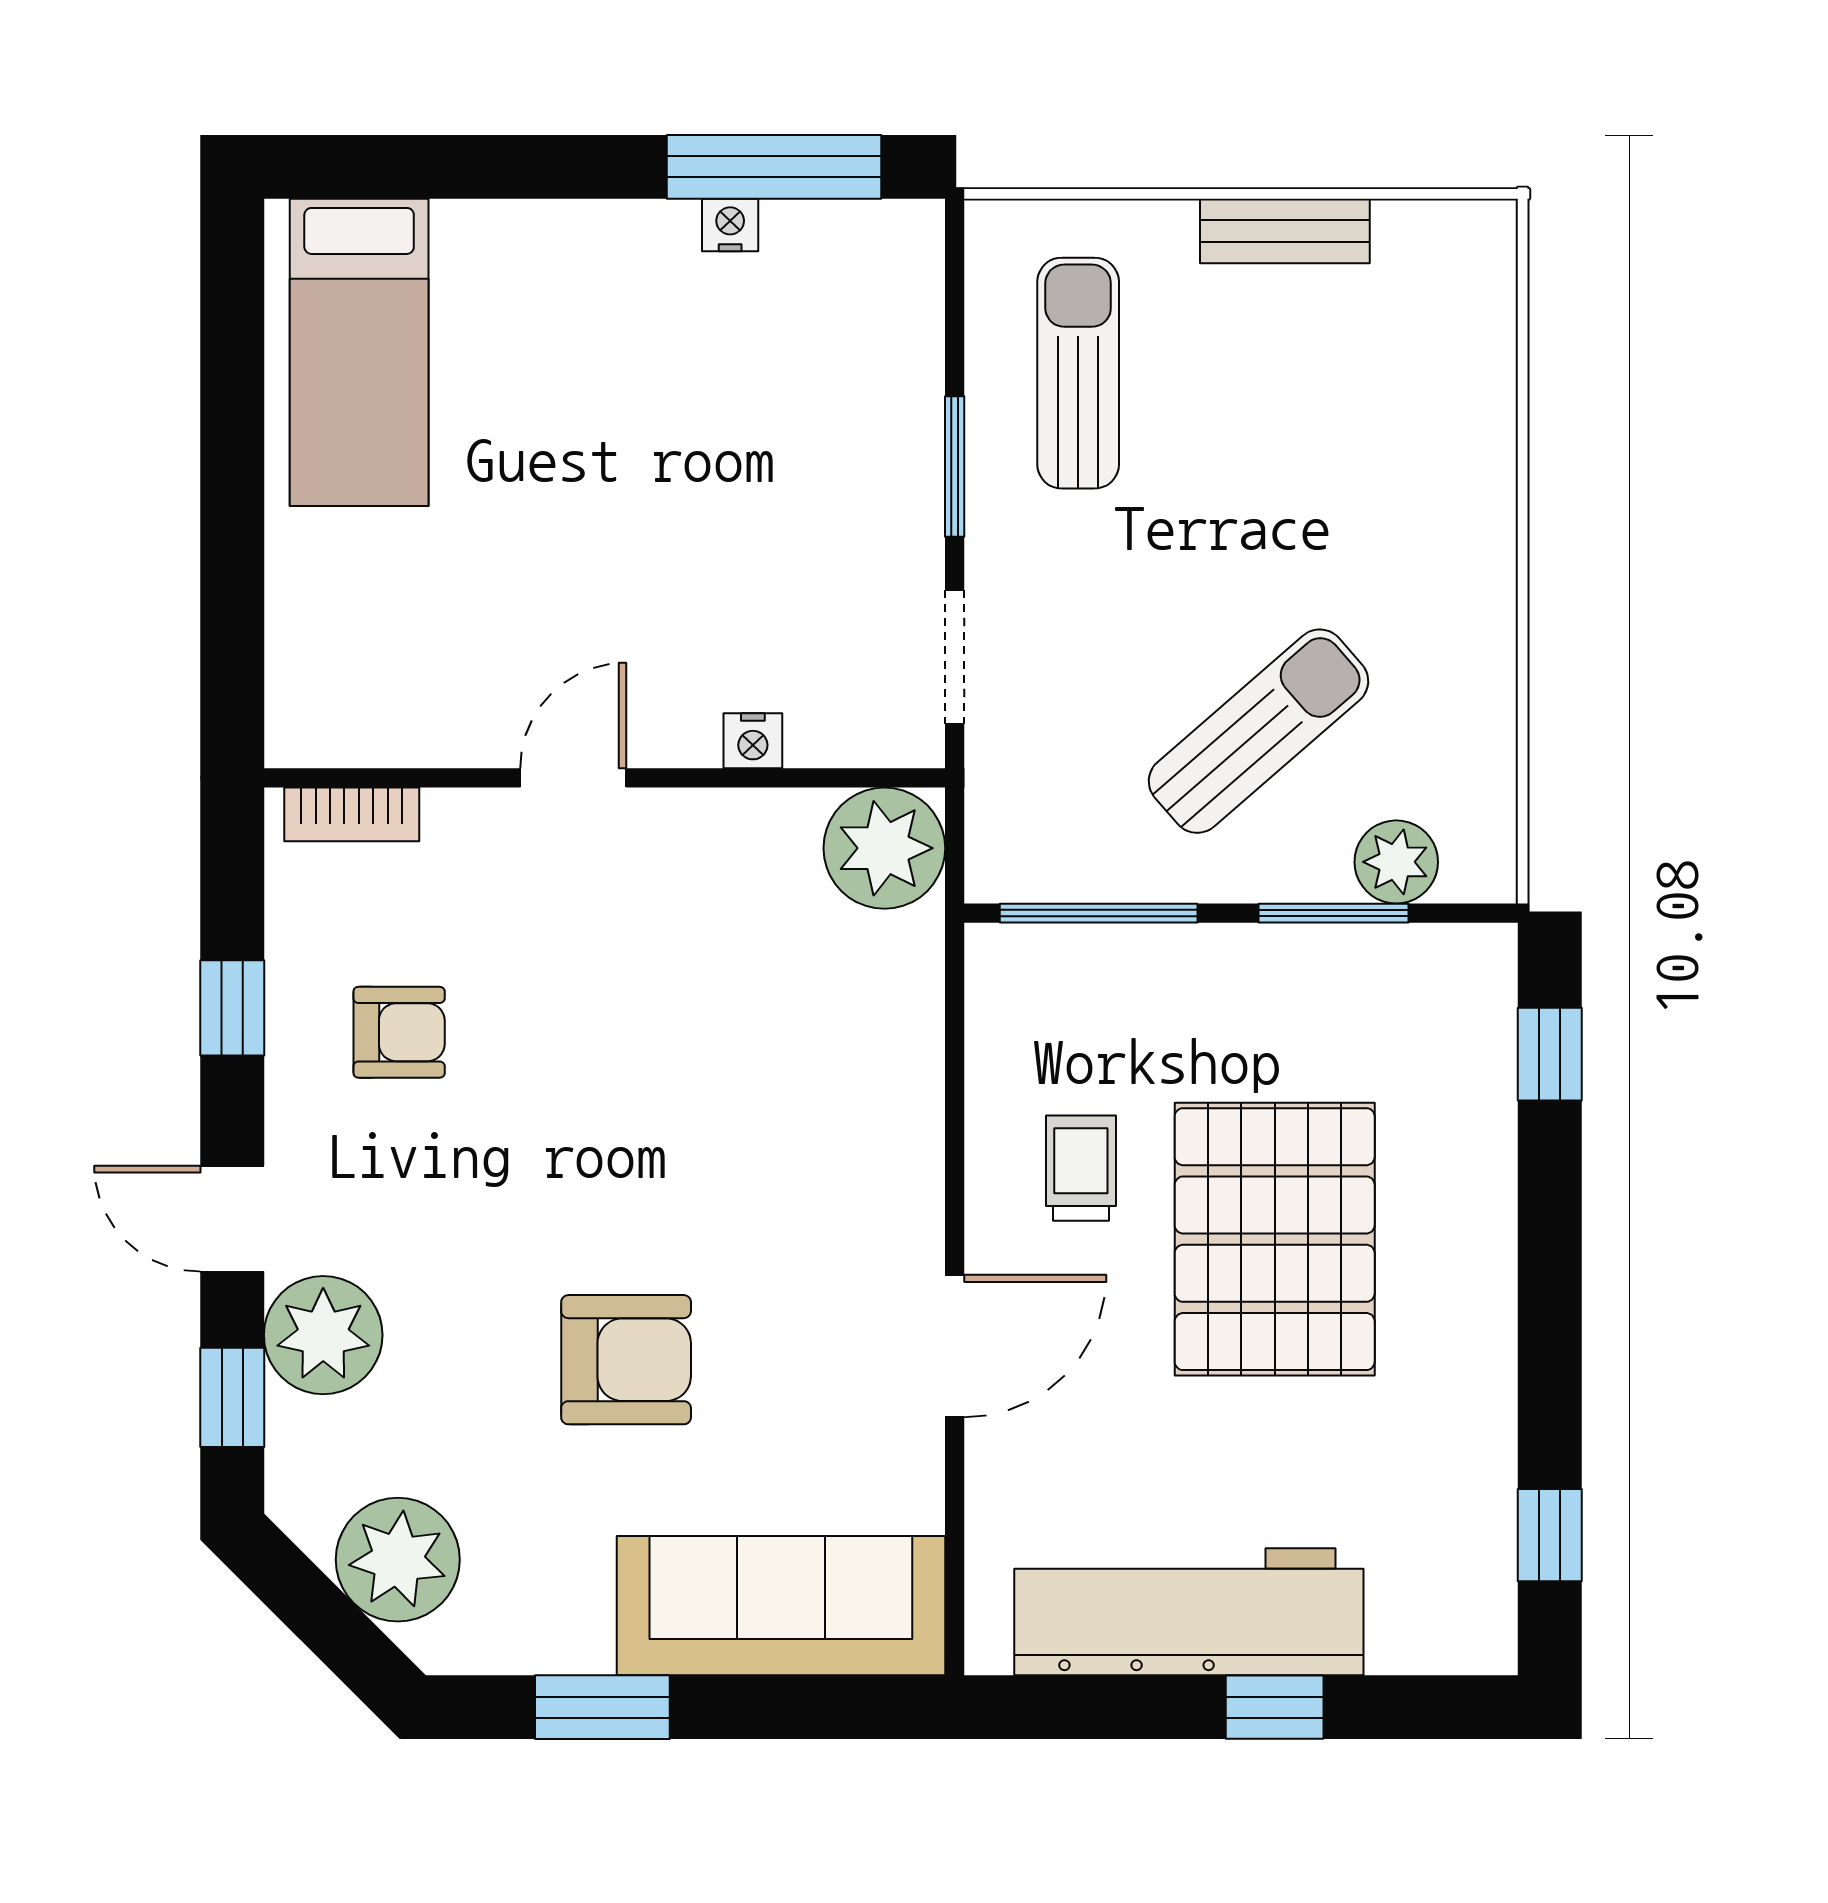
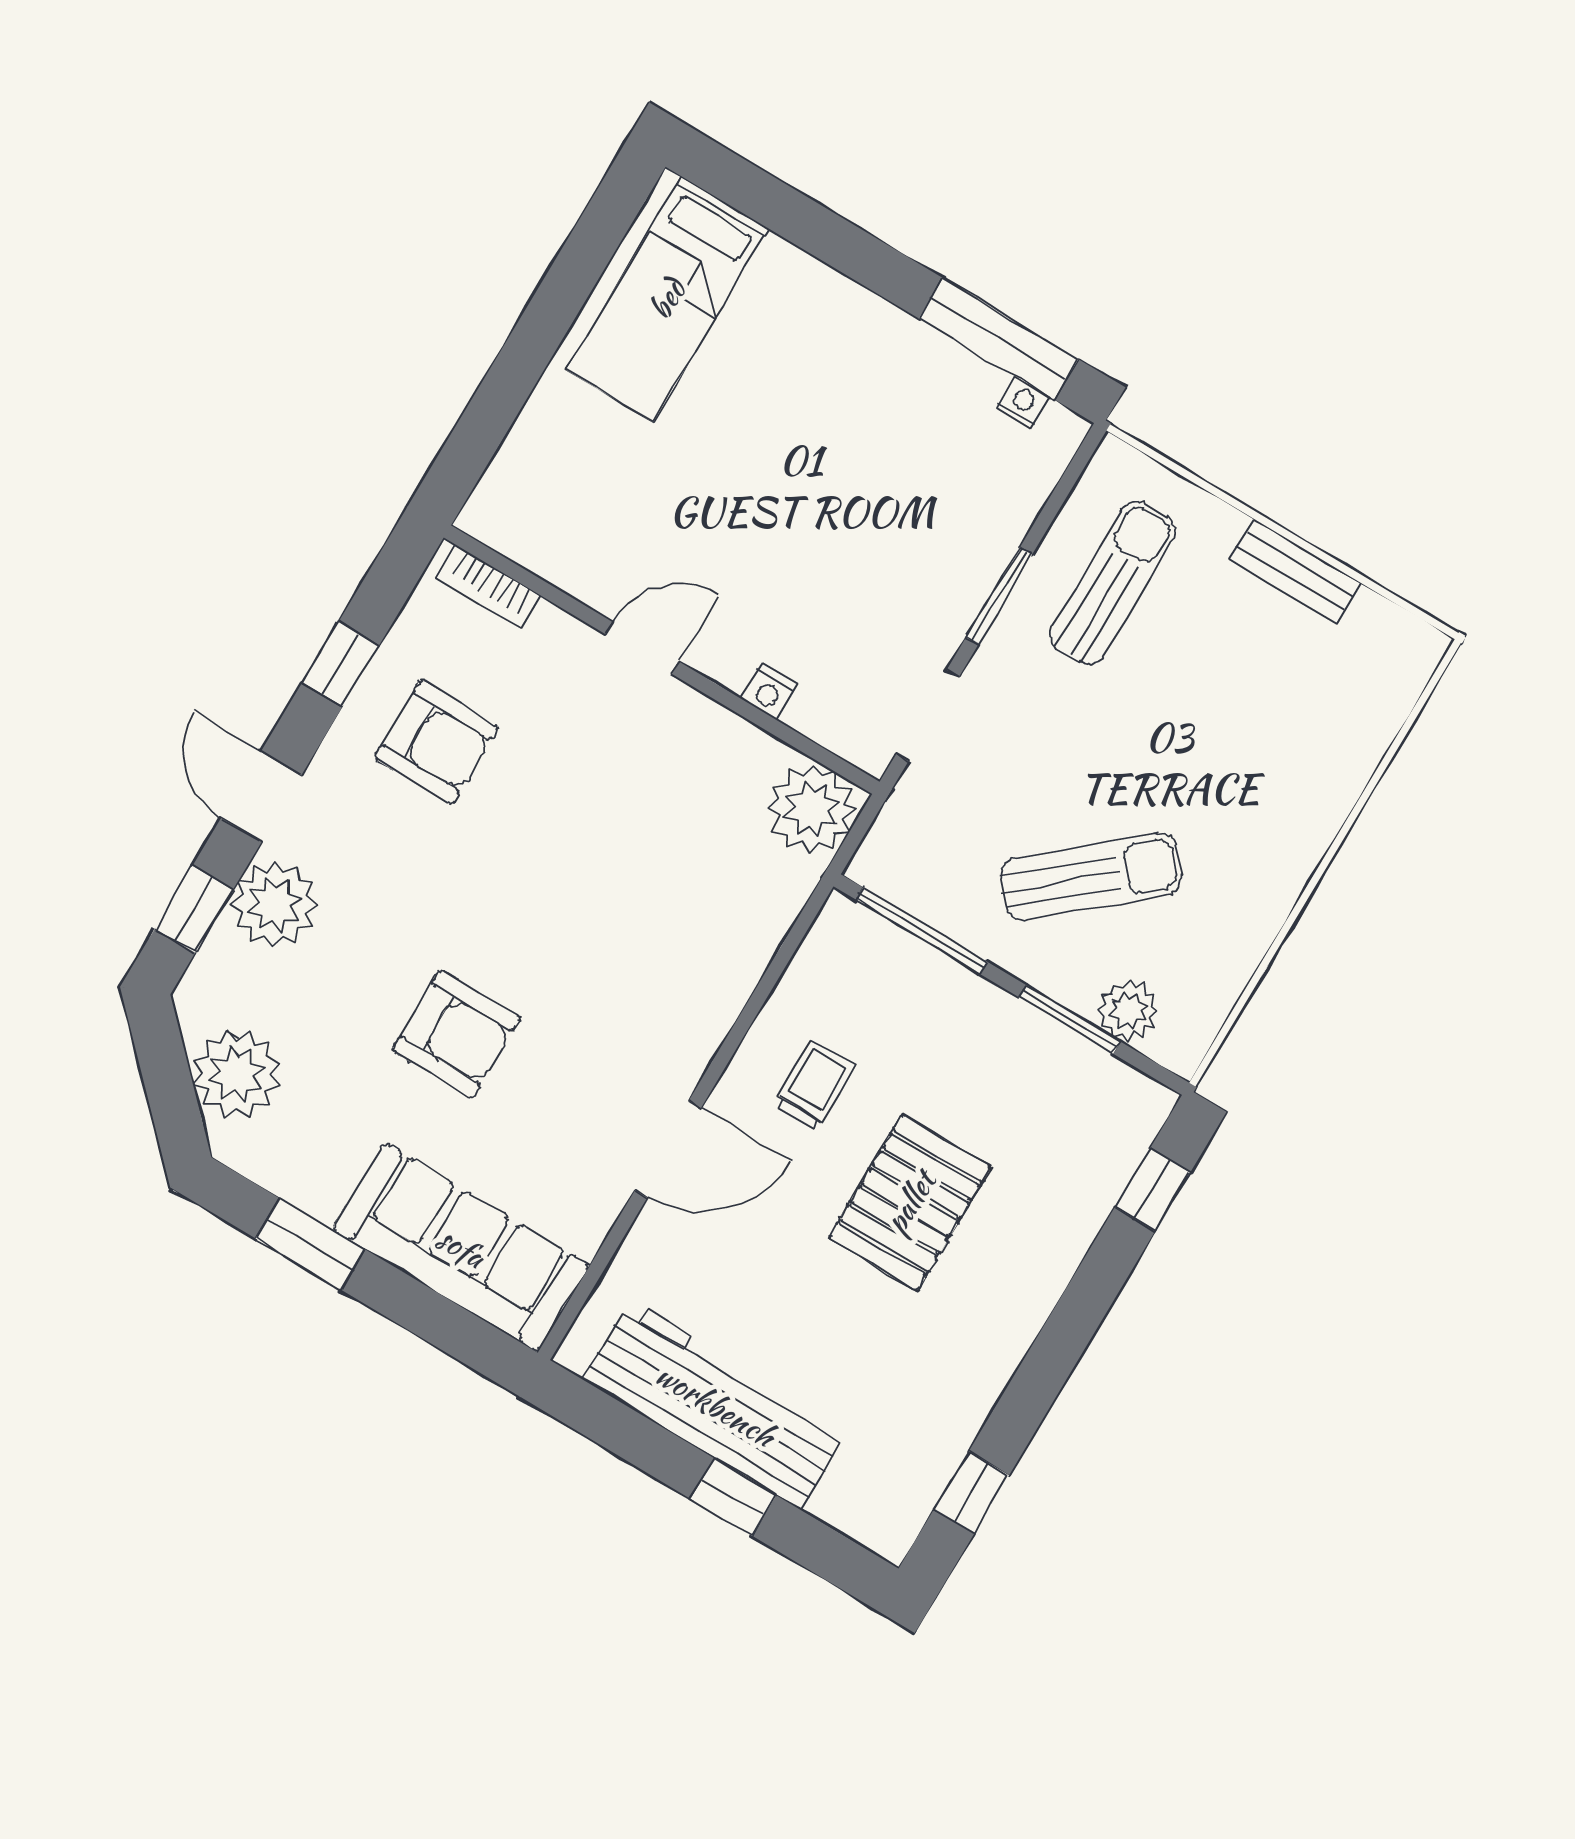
nightstand: (730, 225) -> (1022, 403), moved
armchair: (399, 1032) -> (436, 742), width x1.38, depth x1.38
pallet: (1275, 1239) -> (910, 1202), width x0.73, depth x0.71

